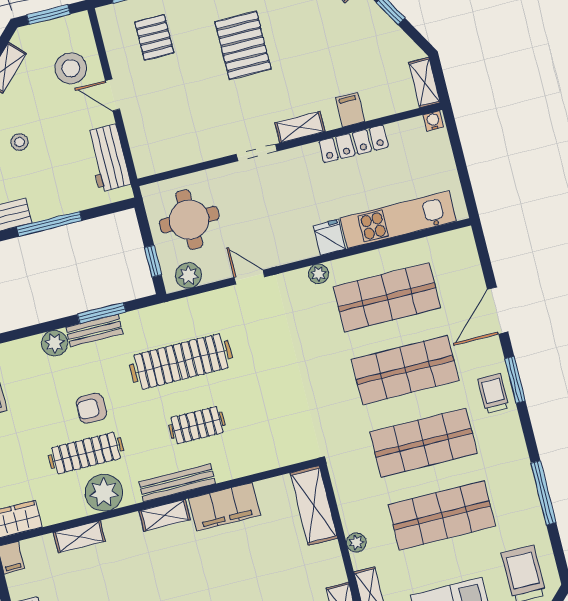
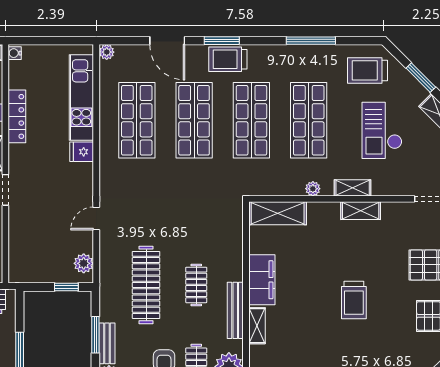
round table: (189, 220) -> (42, 252), removed
plant: (319, 274) -> (107, 52), moved
trolley: (493, 393) -> (228, 59), width x1.36, depth x1.39

